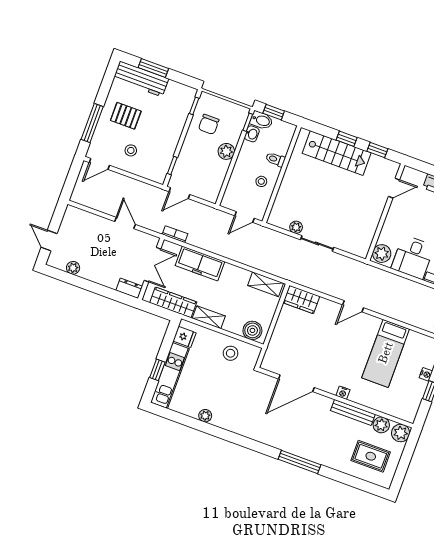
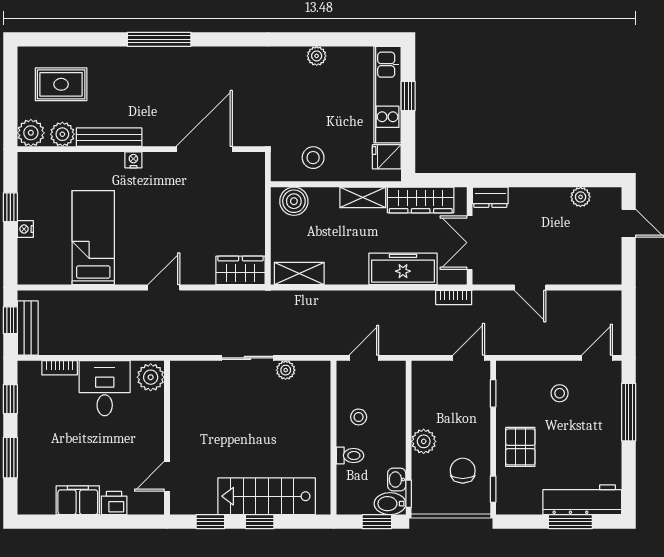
pallet: (126, 116) -> (520, 447), moved, turned 90

